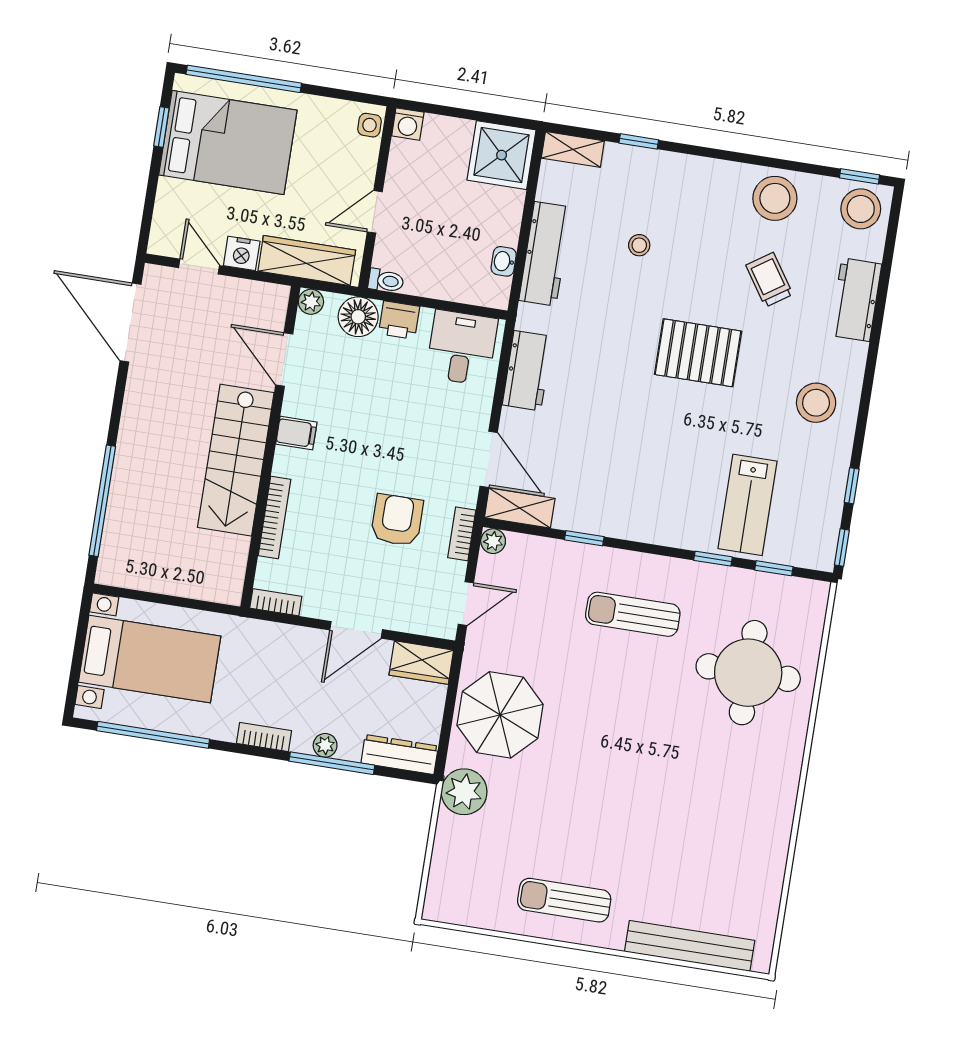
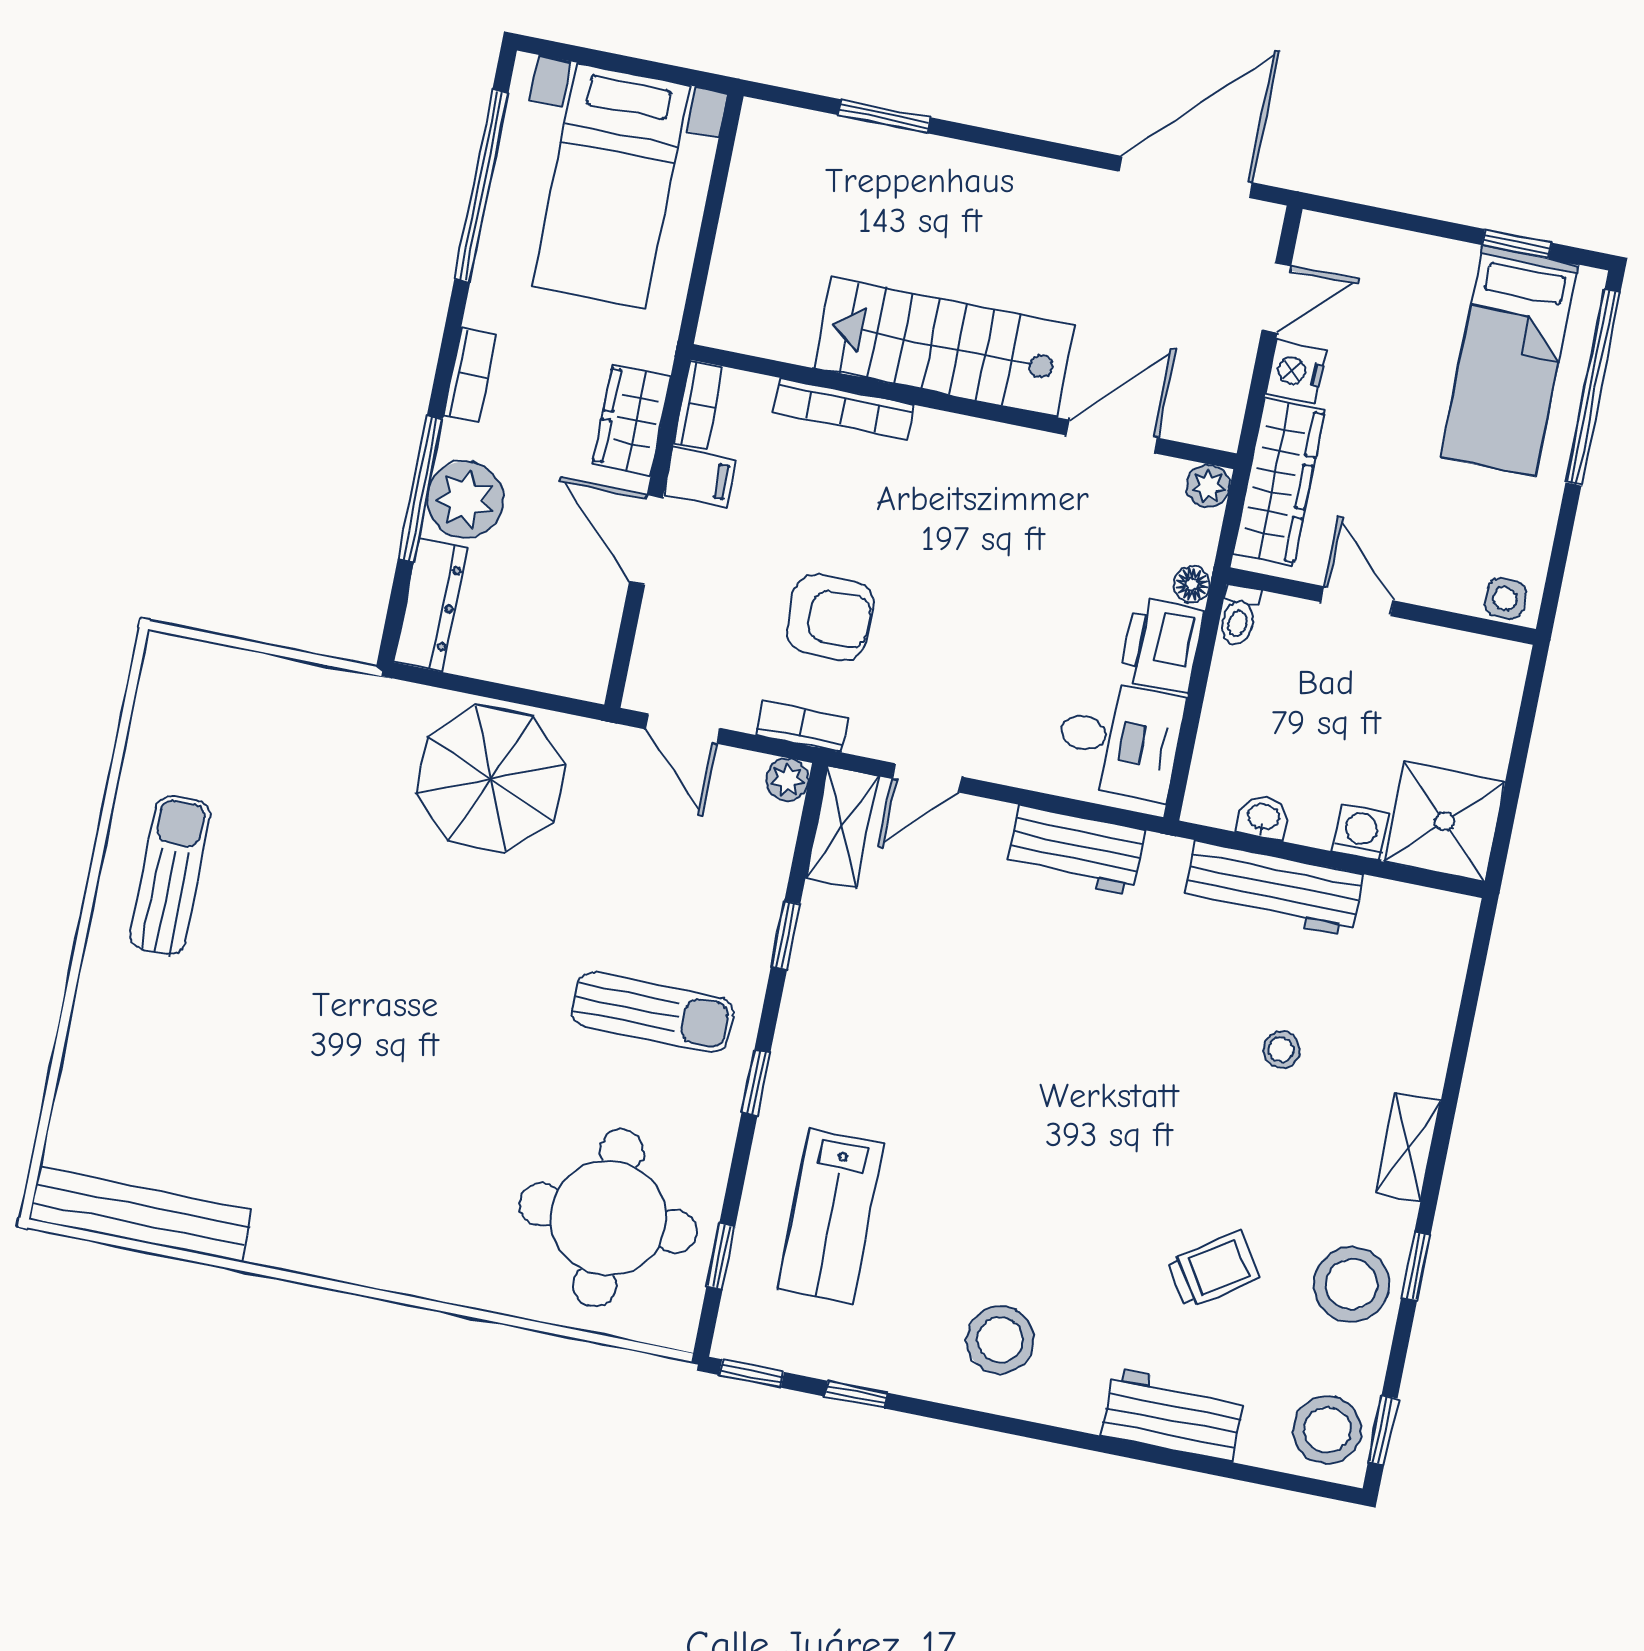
washing machine: (408, 124) -> (1361, 832), moved, turned 90
window: (639, 141) -> (1416, 1266), moved
bed: (228, 143) -> (1509, 361), width x0.67
shelving: (573, 149) -> (1408, 1147), moved
floor lamp: (358, 317) -> (1192, 584), width x0.53, depth x0.53
printer: (399, 320) -> (1162, 645), width x1.36, depth x1.24
pallet: (698, 353) -> (1094, 1142), removed
filing cabinet: (296, 433) -> (699, 477), moved, turned -90
door: (489, 459) -> (927, 778), width x0.73
window: (102, 501) -> (884, 116), width x0.47
lab bench: (748, 505) -> (831, 1216), turned -90
window: (713, 559) -> (756, 1083), moved
sun lounger: (633, 614) -> (653, 1012), turned 90
wardrobe: (421, 663) -> (631, 420), moved
round table: (748, 673) -> (608, 1218), moved
plant: (325, 745) -> (465, 499), width x1.88, depth x1.88
plant: (464, 792) -> (362, 712), removed
bench: (690, 946) -> (140, 1215), moved, turned 90

